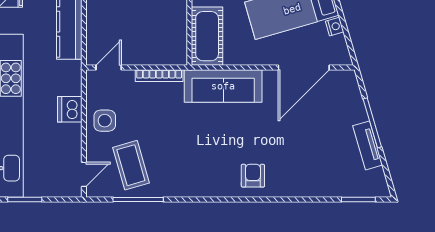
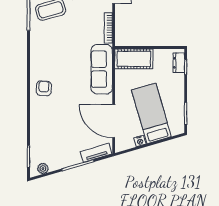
tv unit: (368, 145) -> (96, 153), moved
armchair: (253, 176) -> (44, 88), turned -87
plant: (377, 177) -> (43, 168), added

